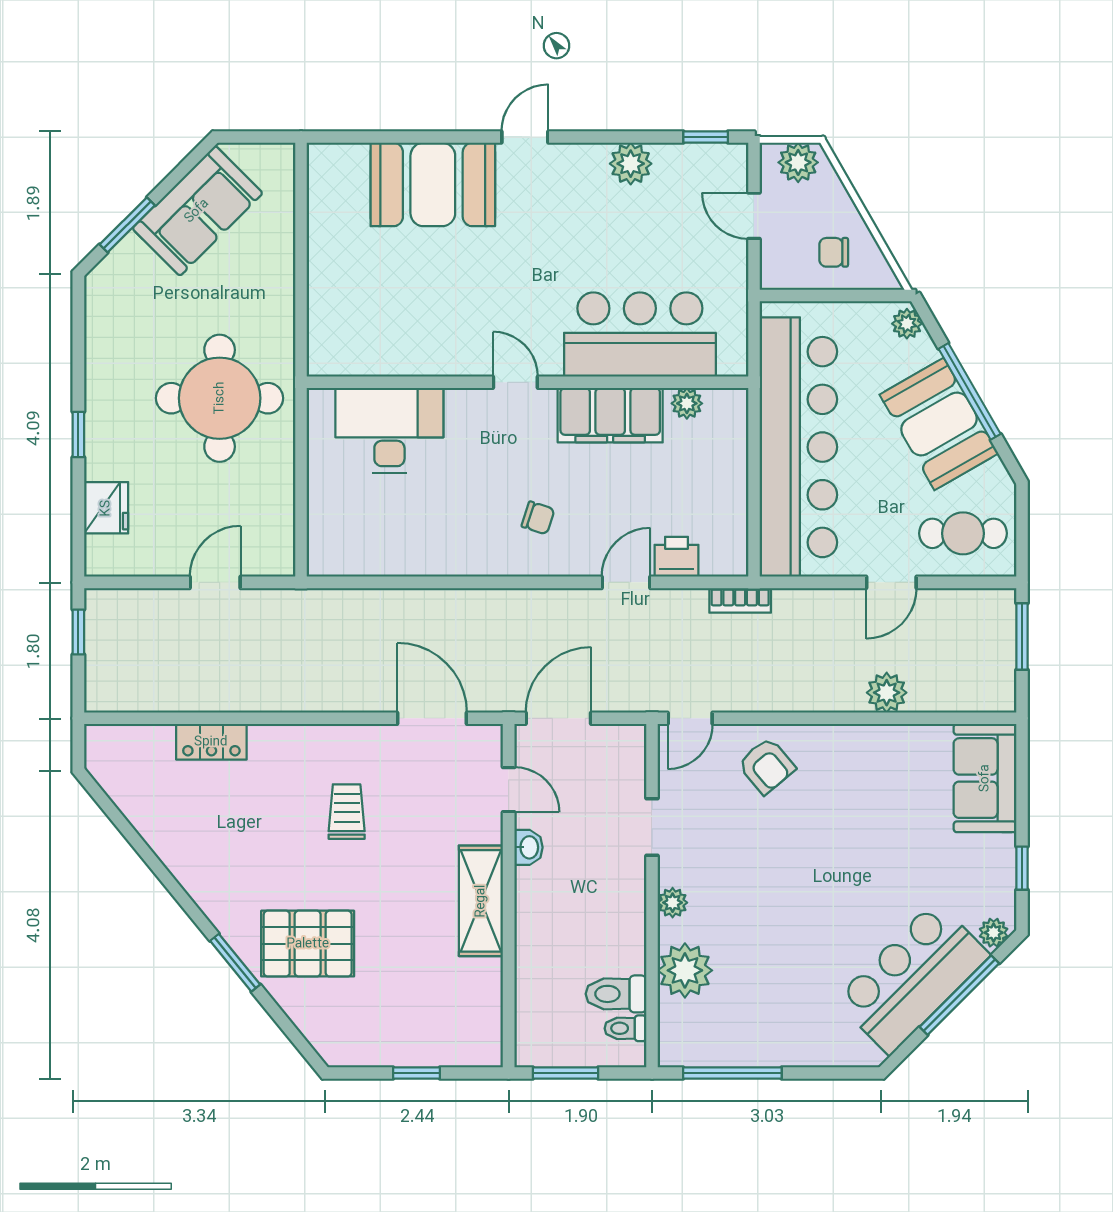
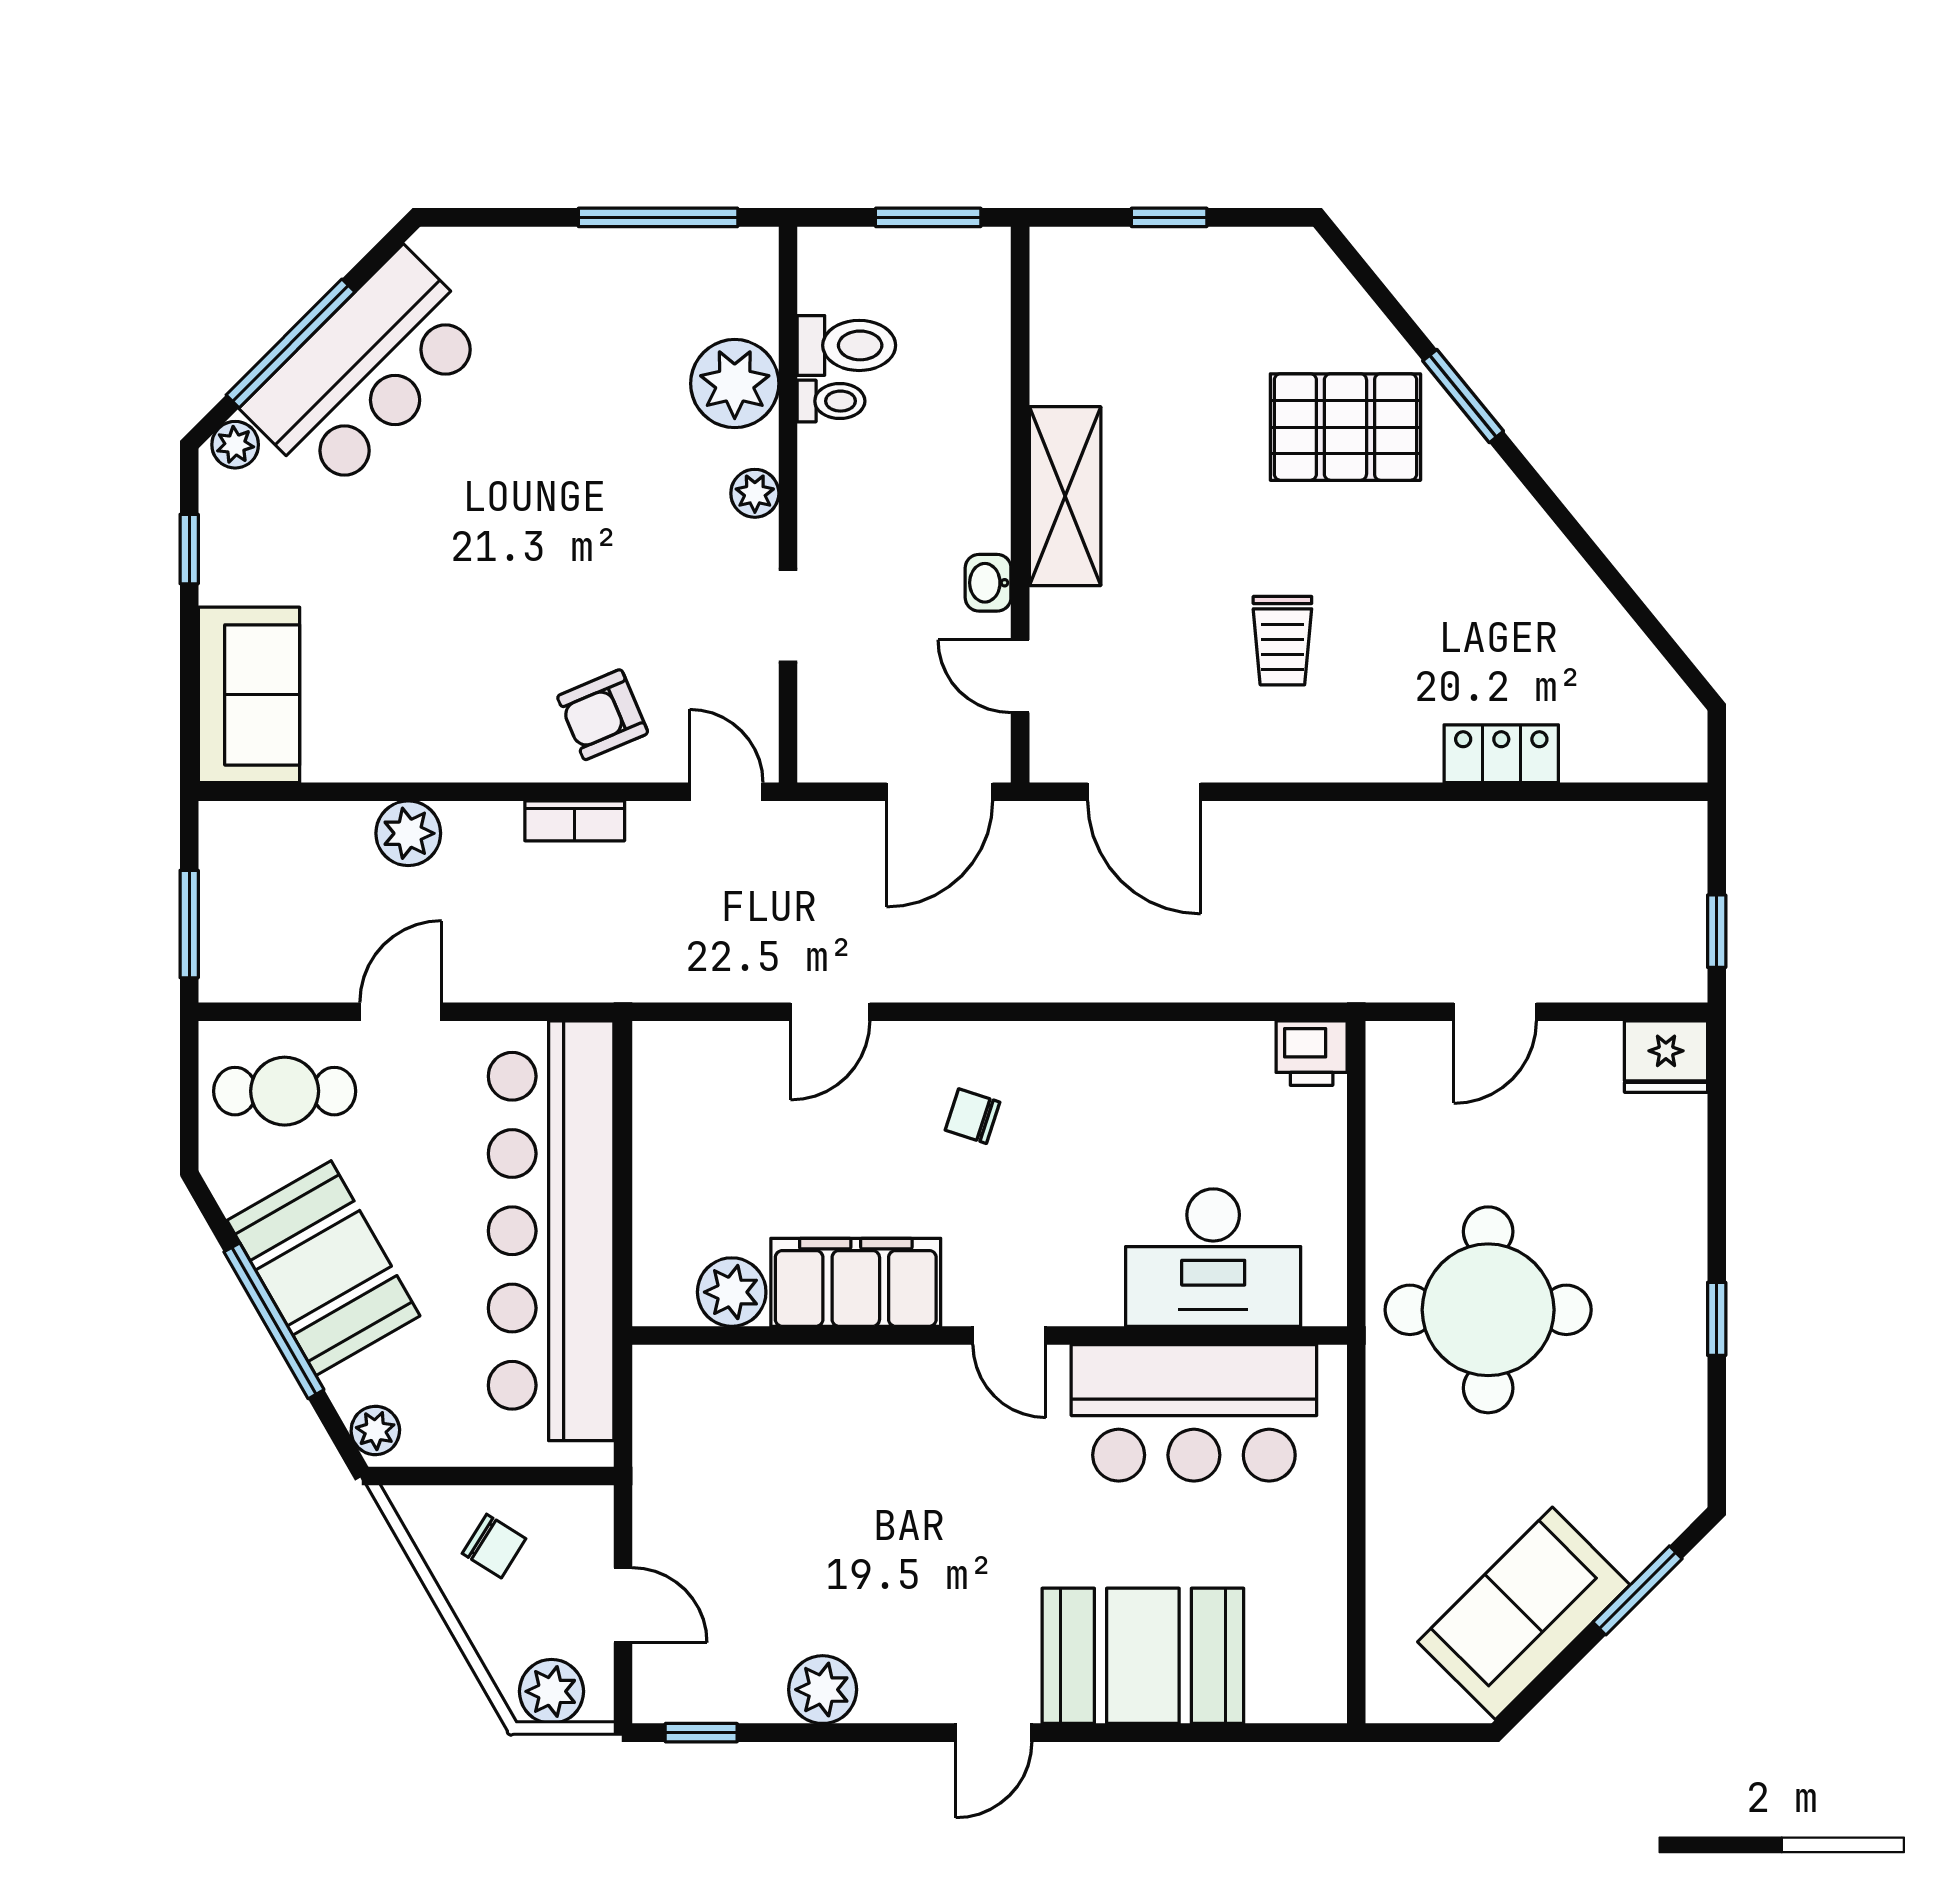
chair: (834, 252) -> (494, 1546), turned 32
bar counter: (640, 335) -> (1194, 1413), moved
plant: (687, 403) -> (732, 1292), width x1.38, depth x1.38
window: (78, 435) -> (1717, 1319), moved
fridge: (106, 508) -> (1666, 1057), moved, turned -90
printer: (676, 557) -> (1312, 1053), moved
bookcase: (740, 600) -> (575, 821), moved, turned 180
door: (690, 718) -> (726, 792), hinge flipped
armchair: (767, 766) -> (603, 715), turned -73
toilet: (625, 1028) -> (831, 401), moved

